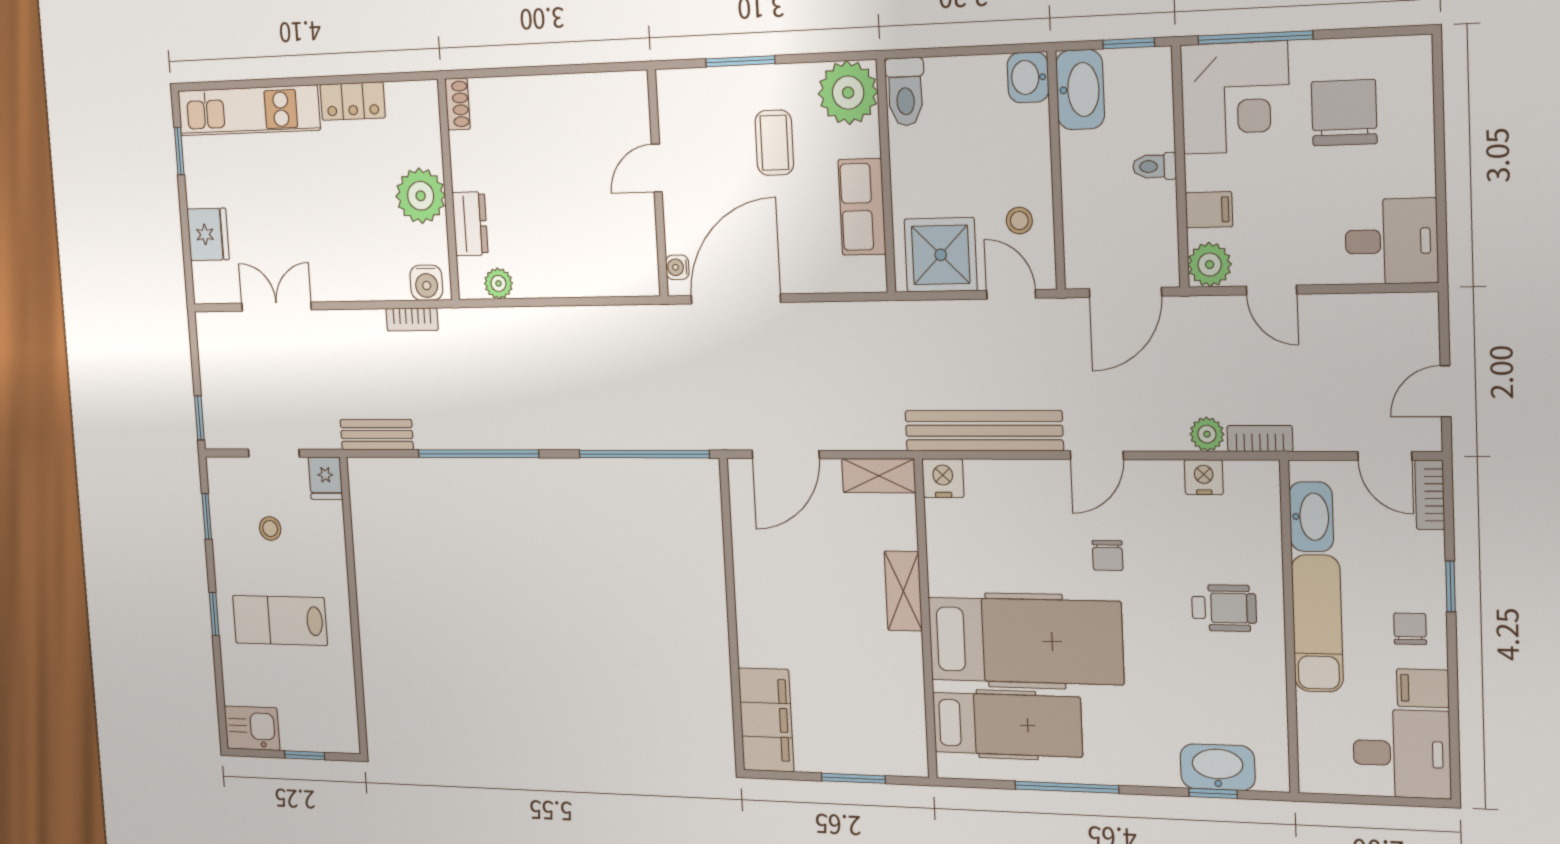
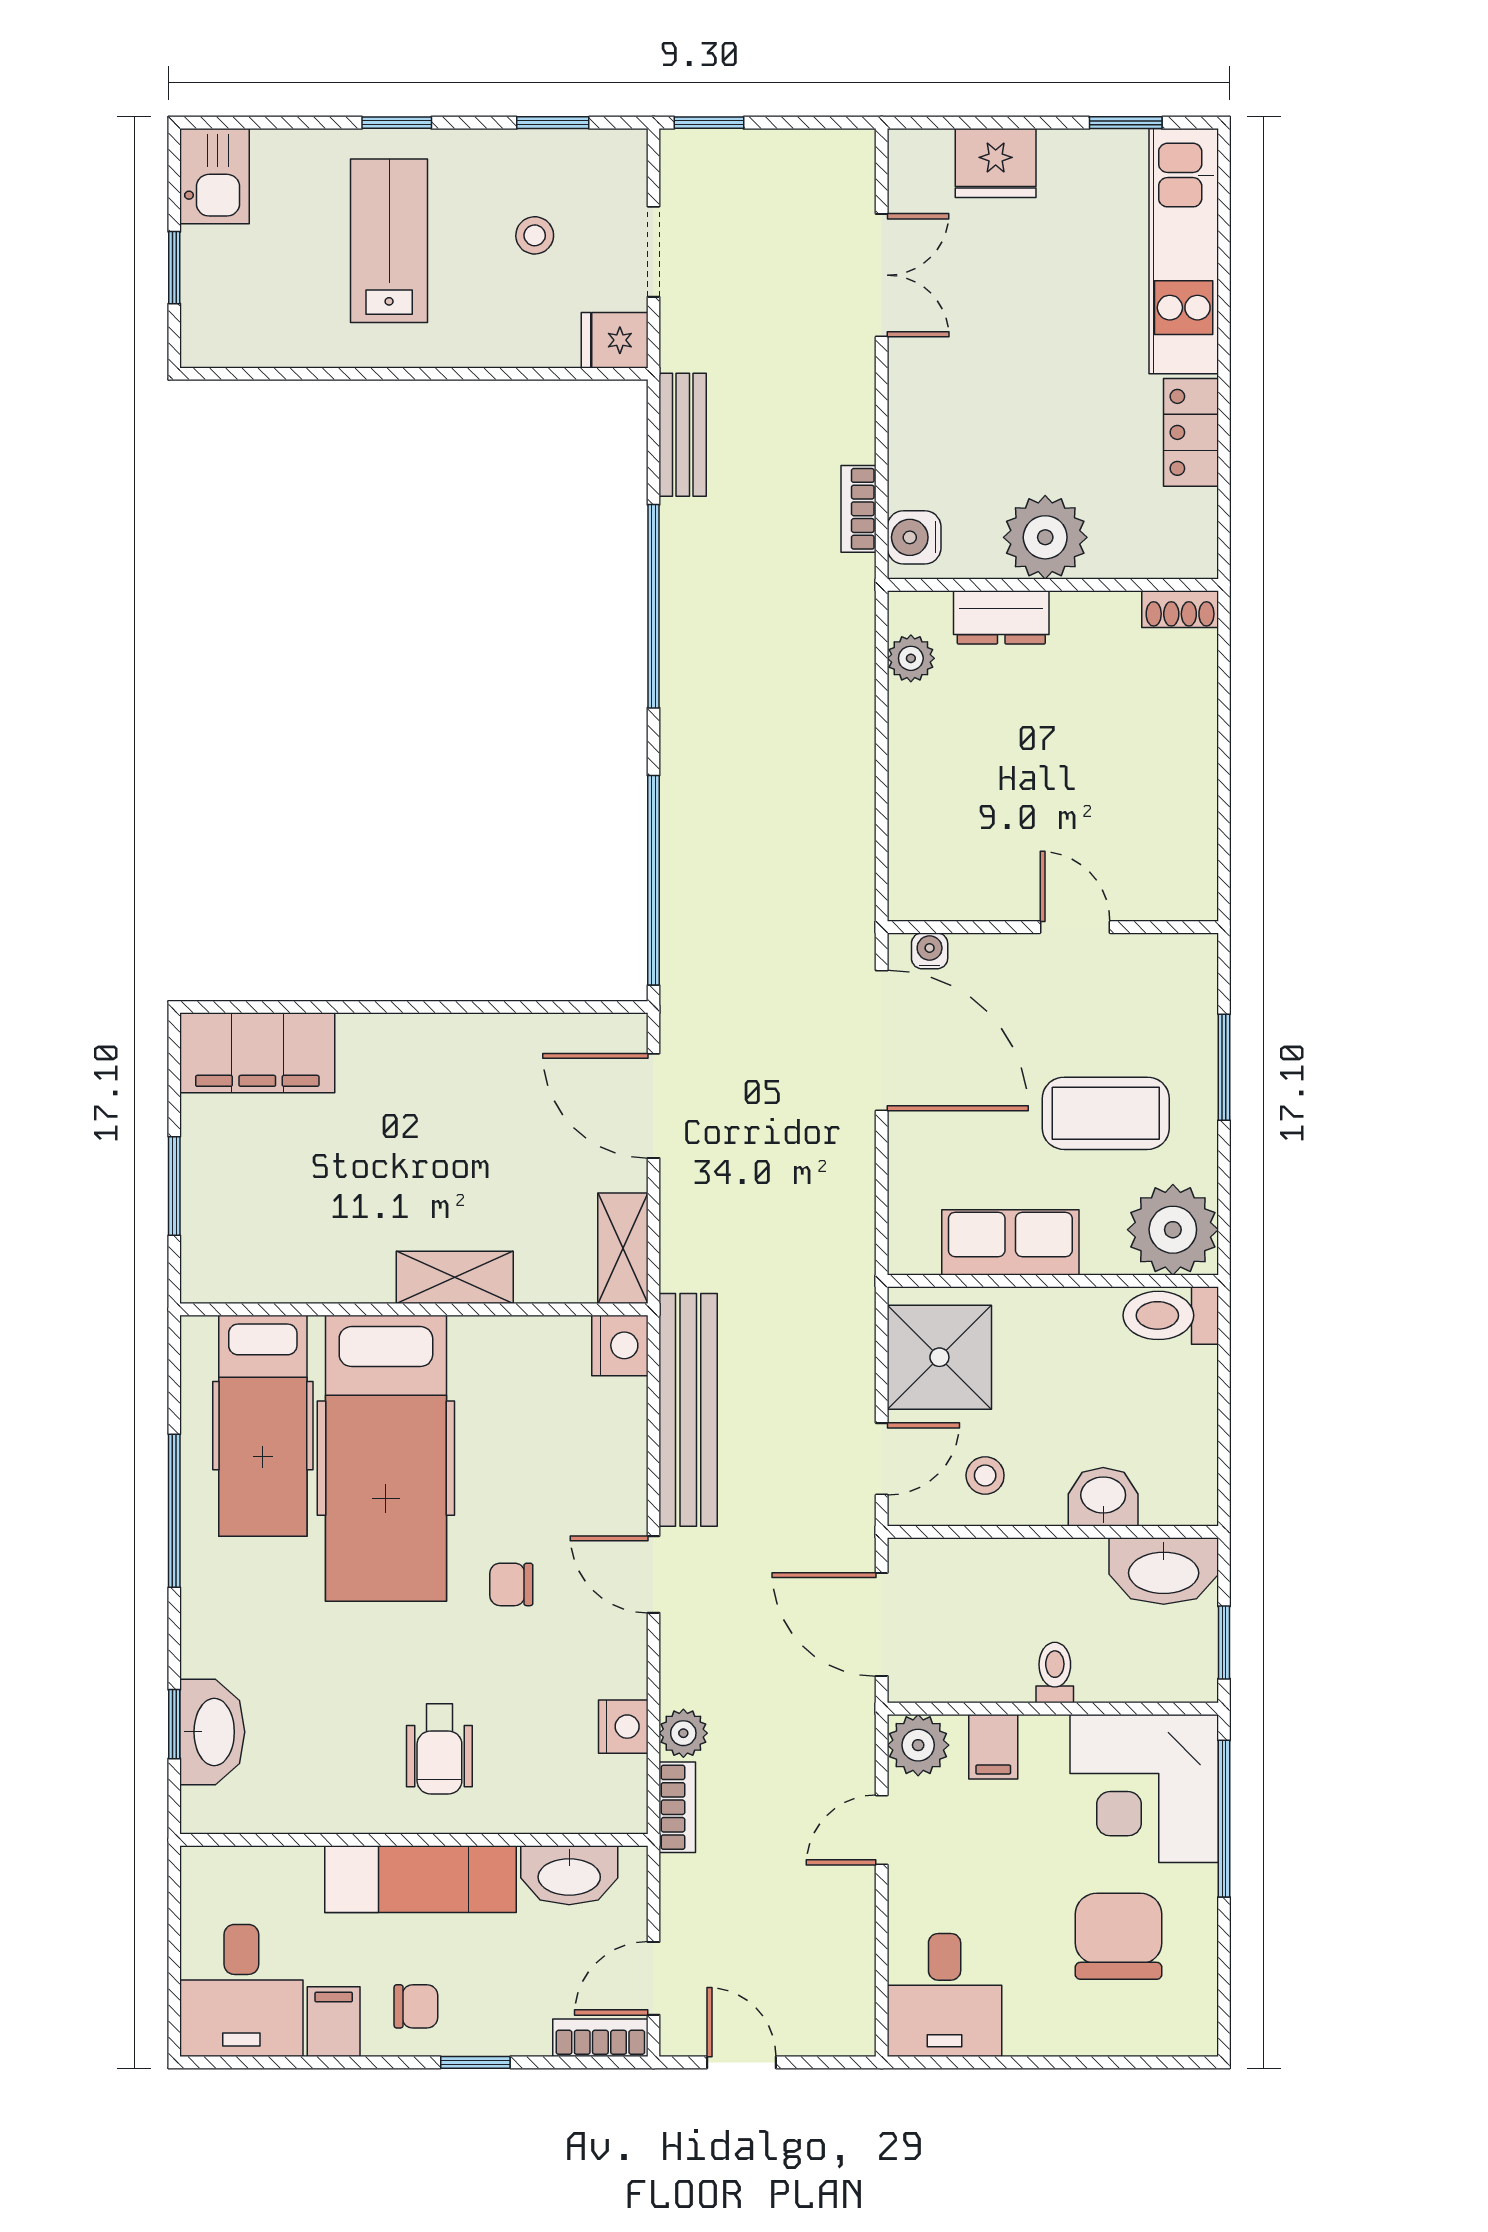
washbasin: (1028, 77) -> (1103, 1497), moved
chair: (1344, 113) -> (1119, 1936), turned -90
coffee table: (774, 143) -> (1106, 1113), width x1.36, depth x1.30

